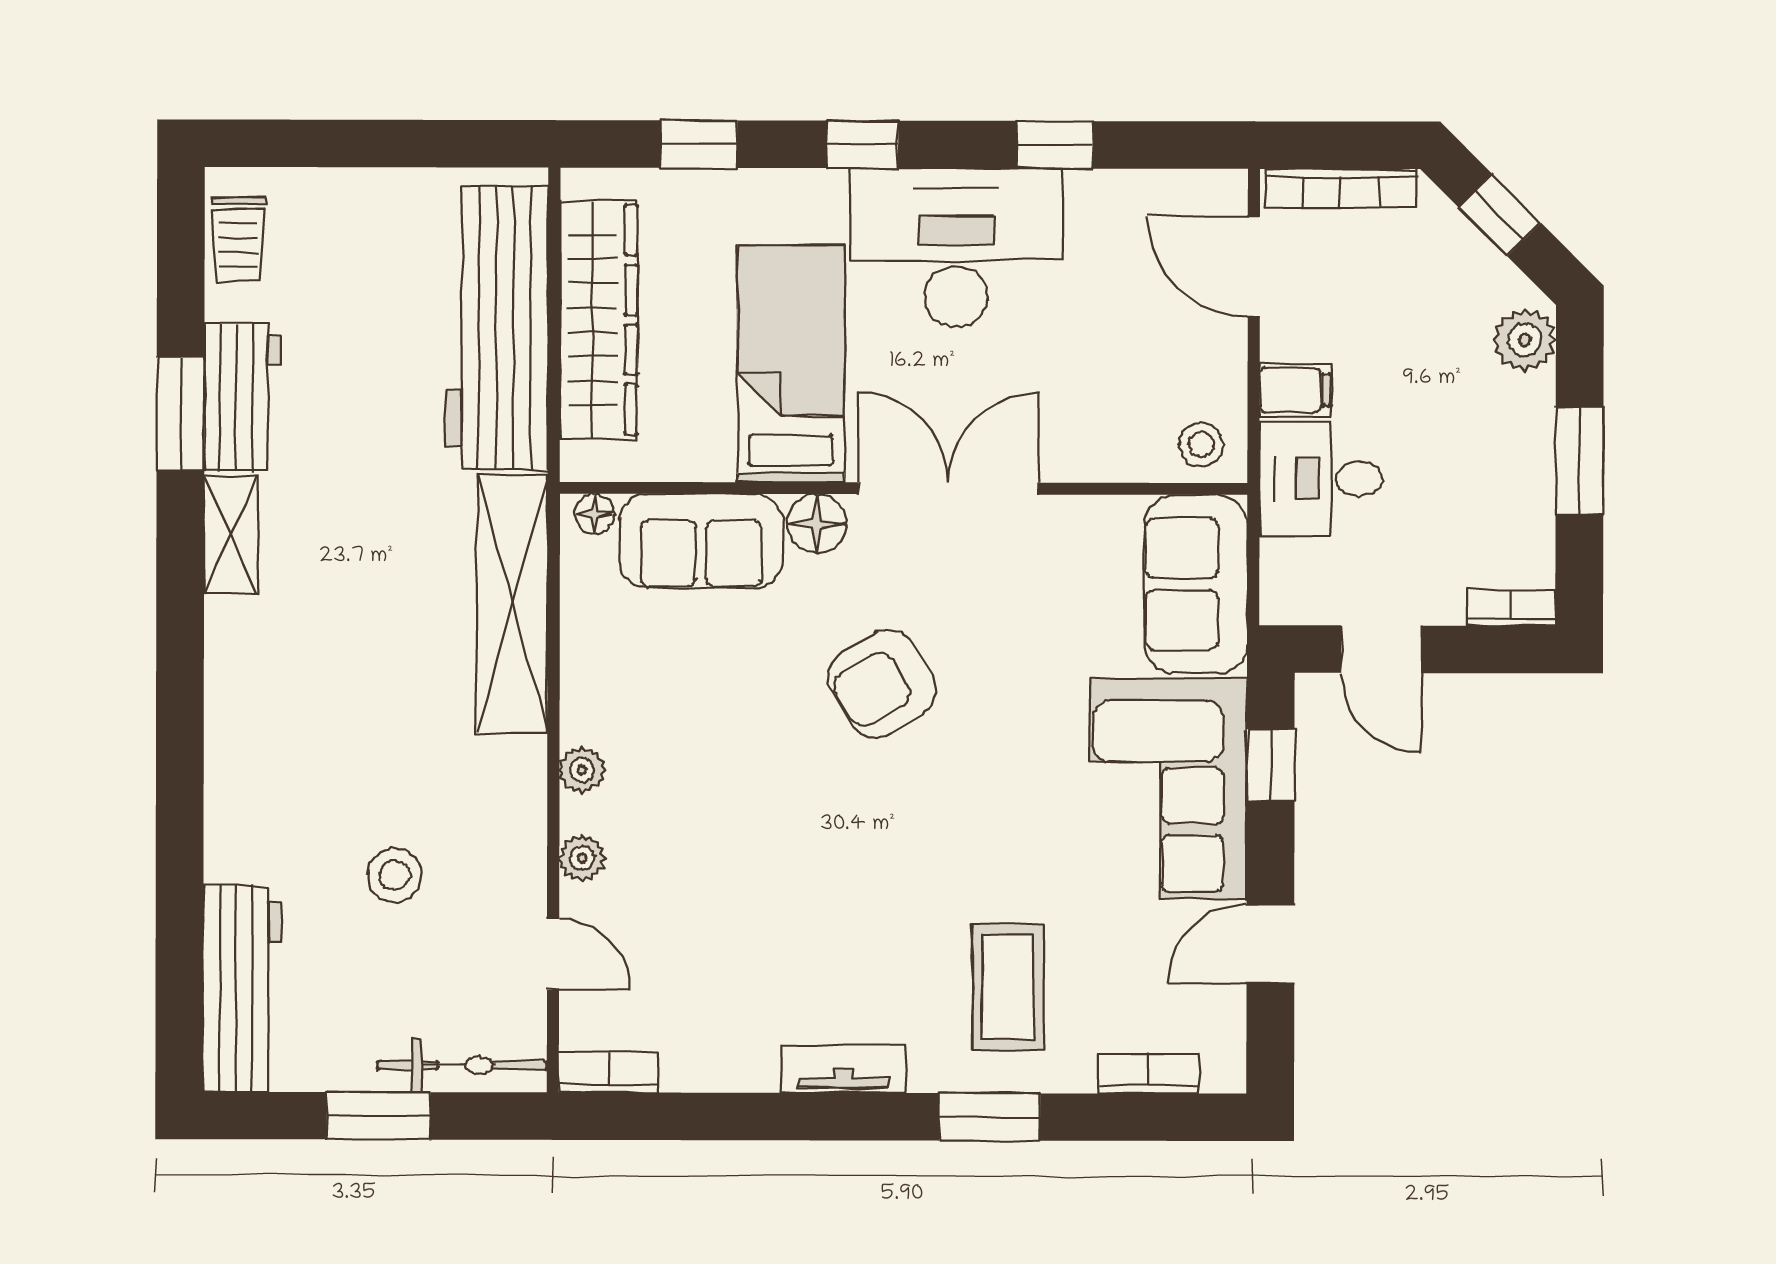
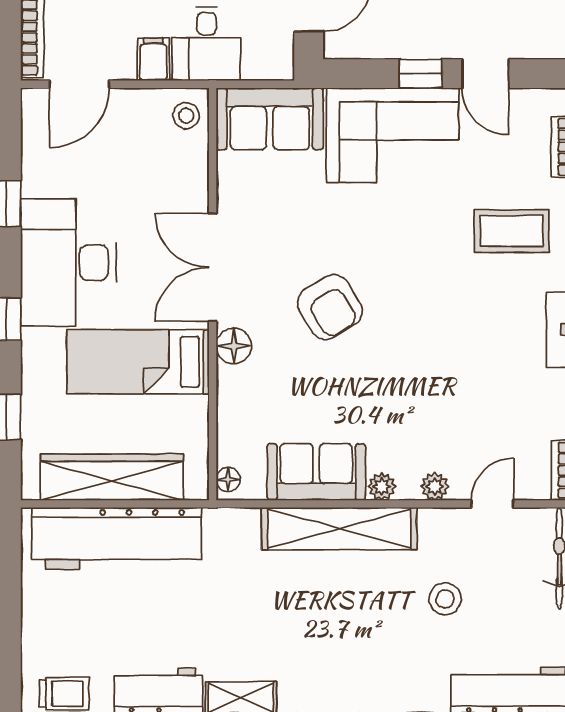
sofa: (701, 541) -> (316, 472), moved, turned -90
shelving: (512, 604) -> (339, 529), moved
window: (1271, 765) -> (421, 74), moved

